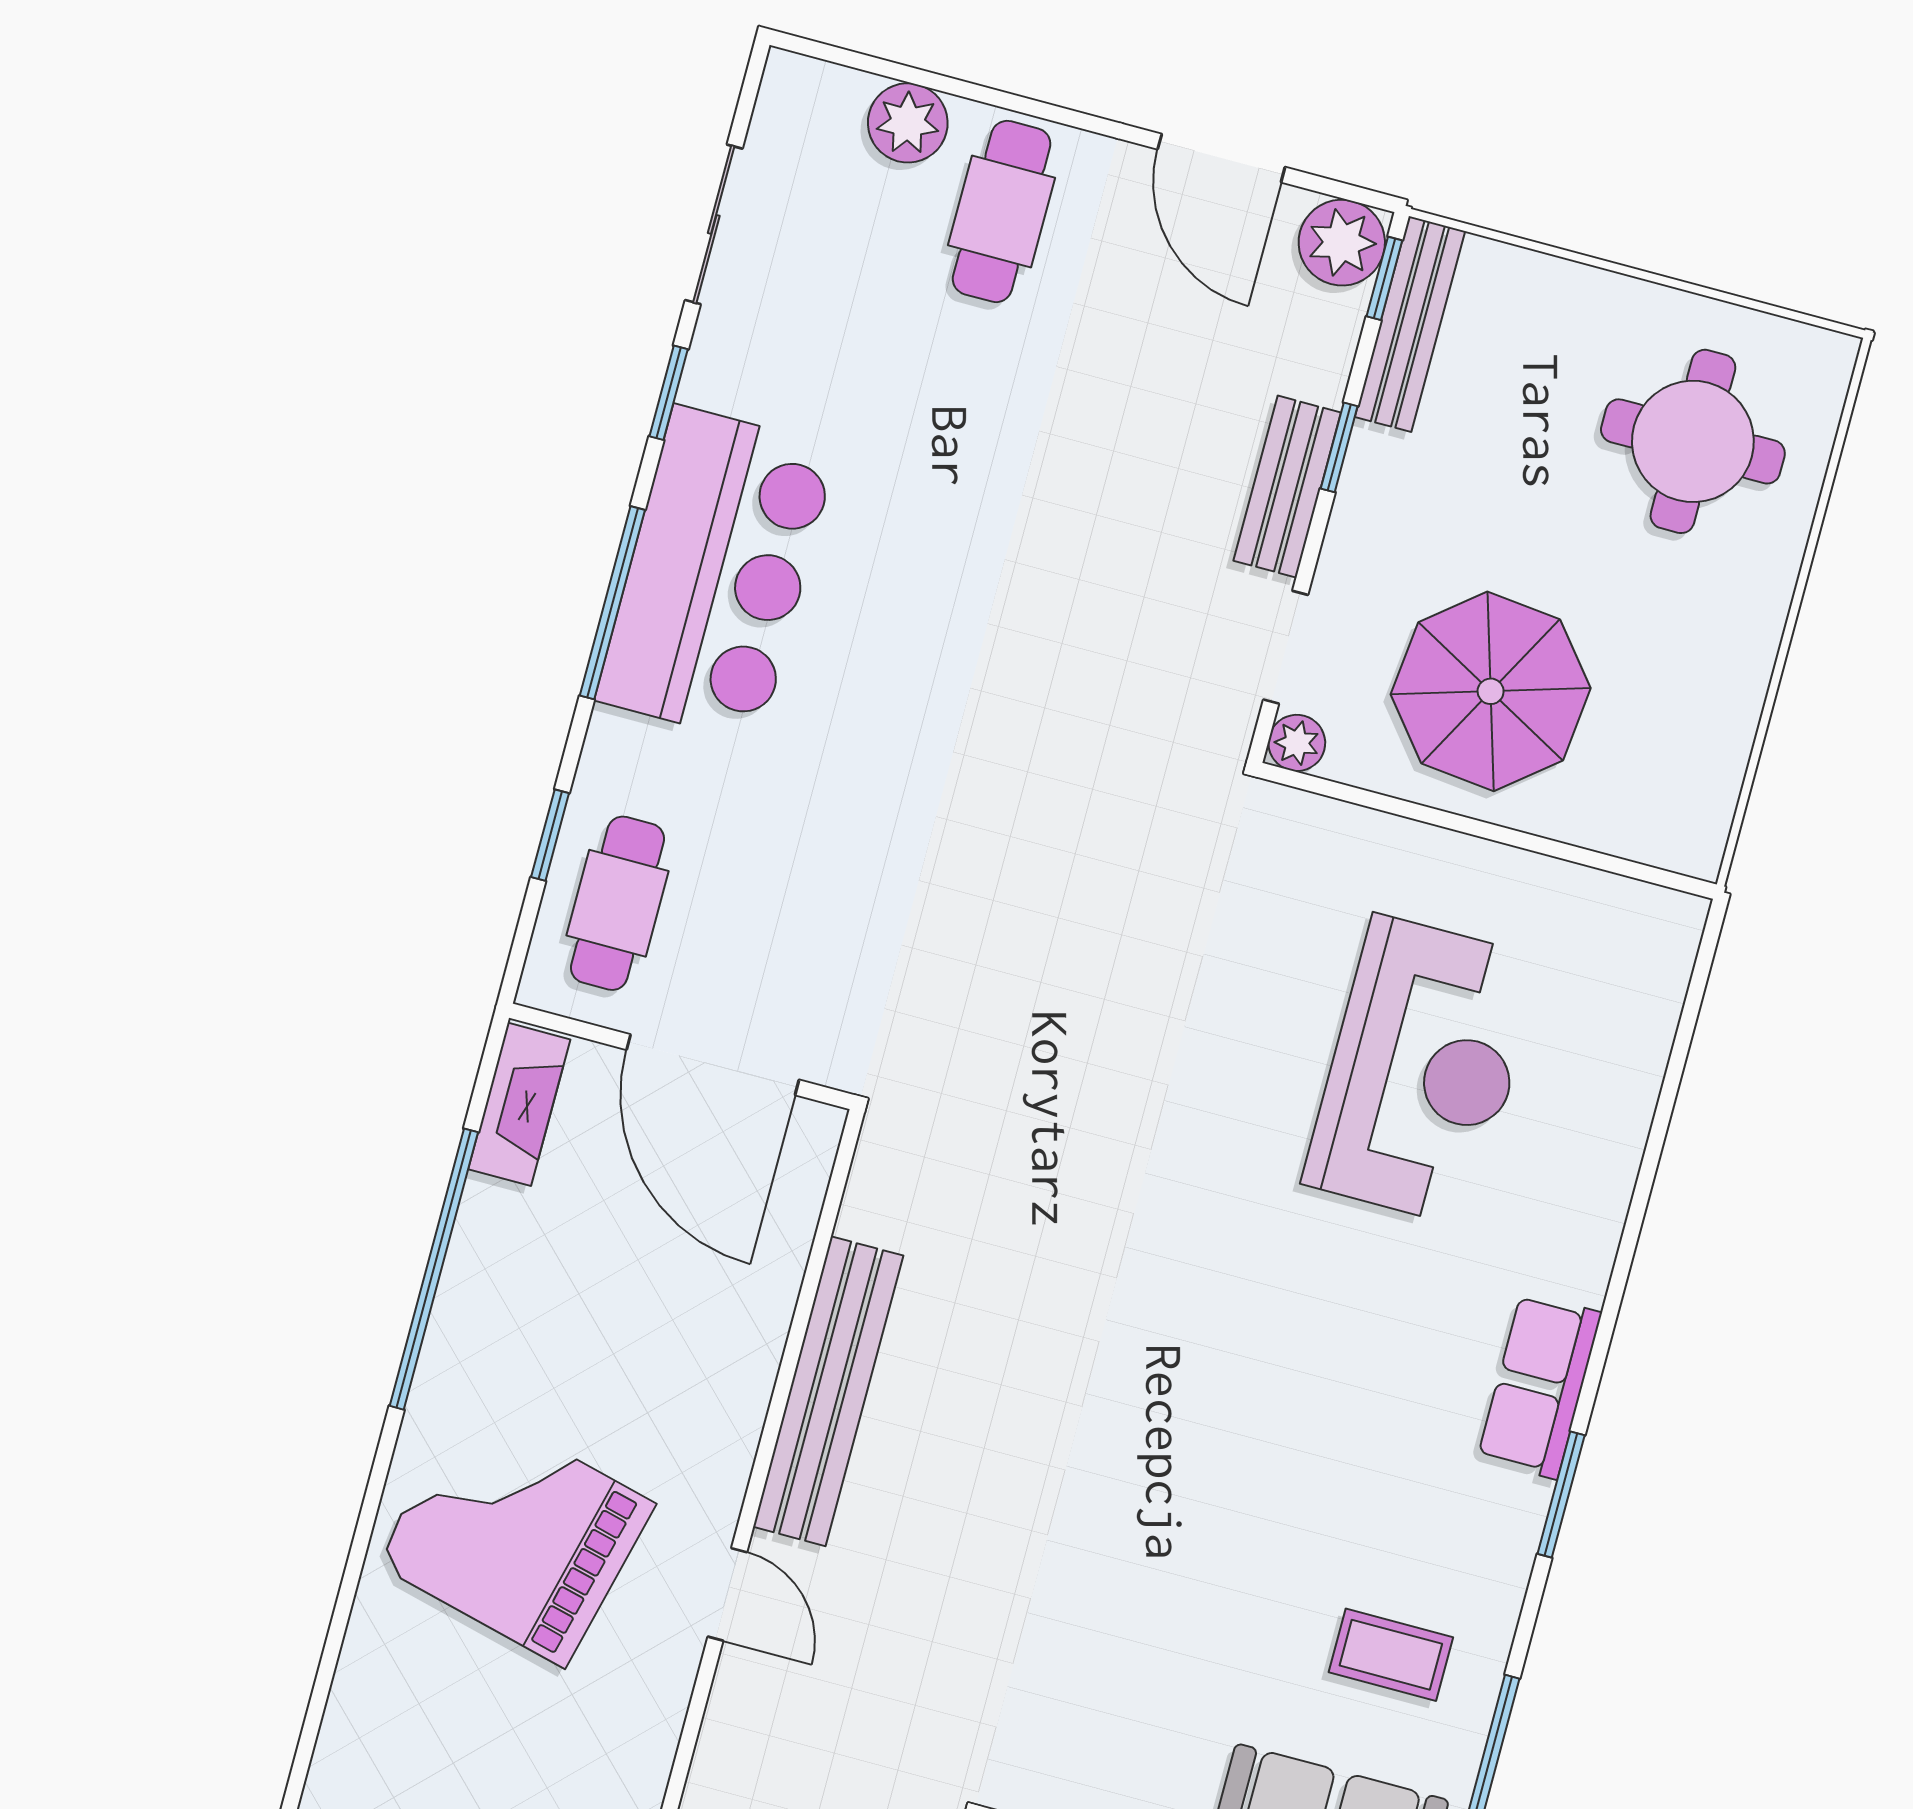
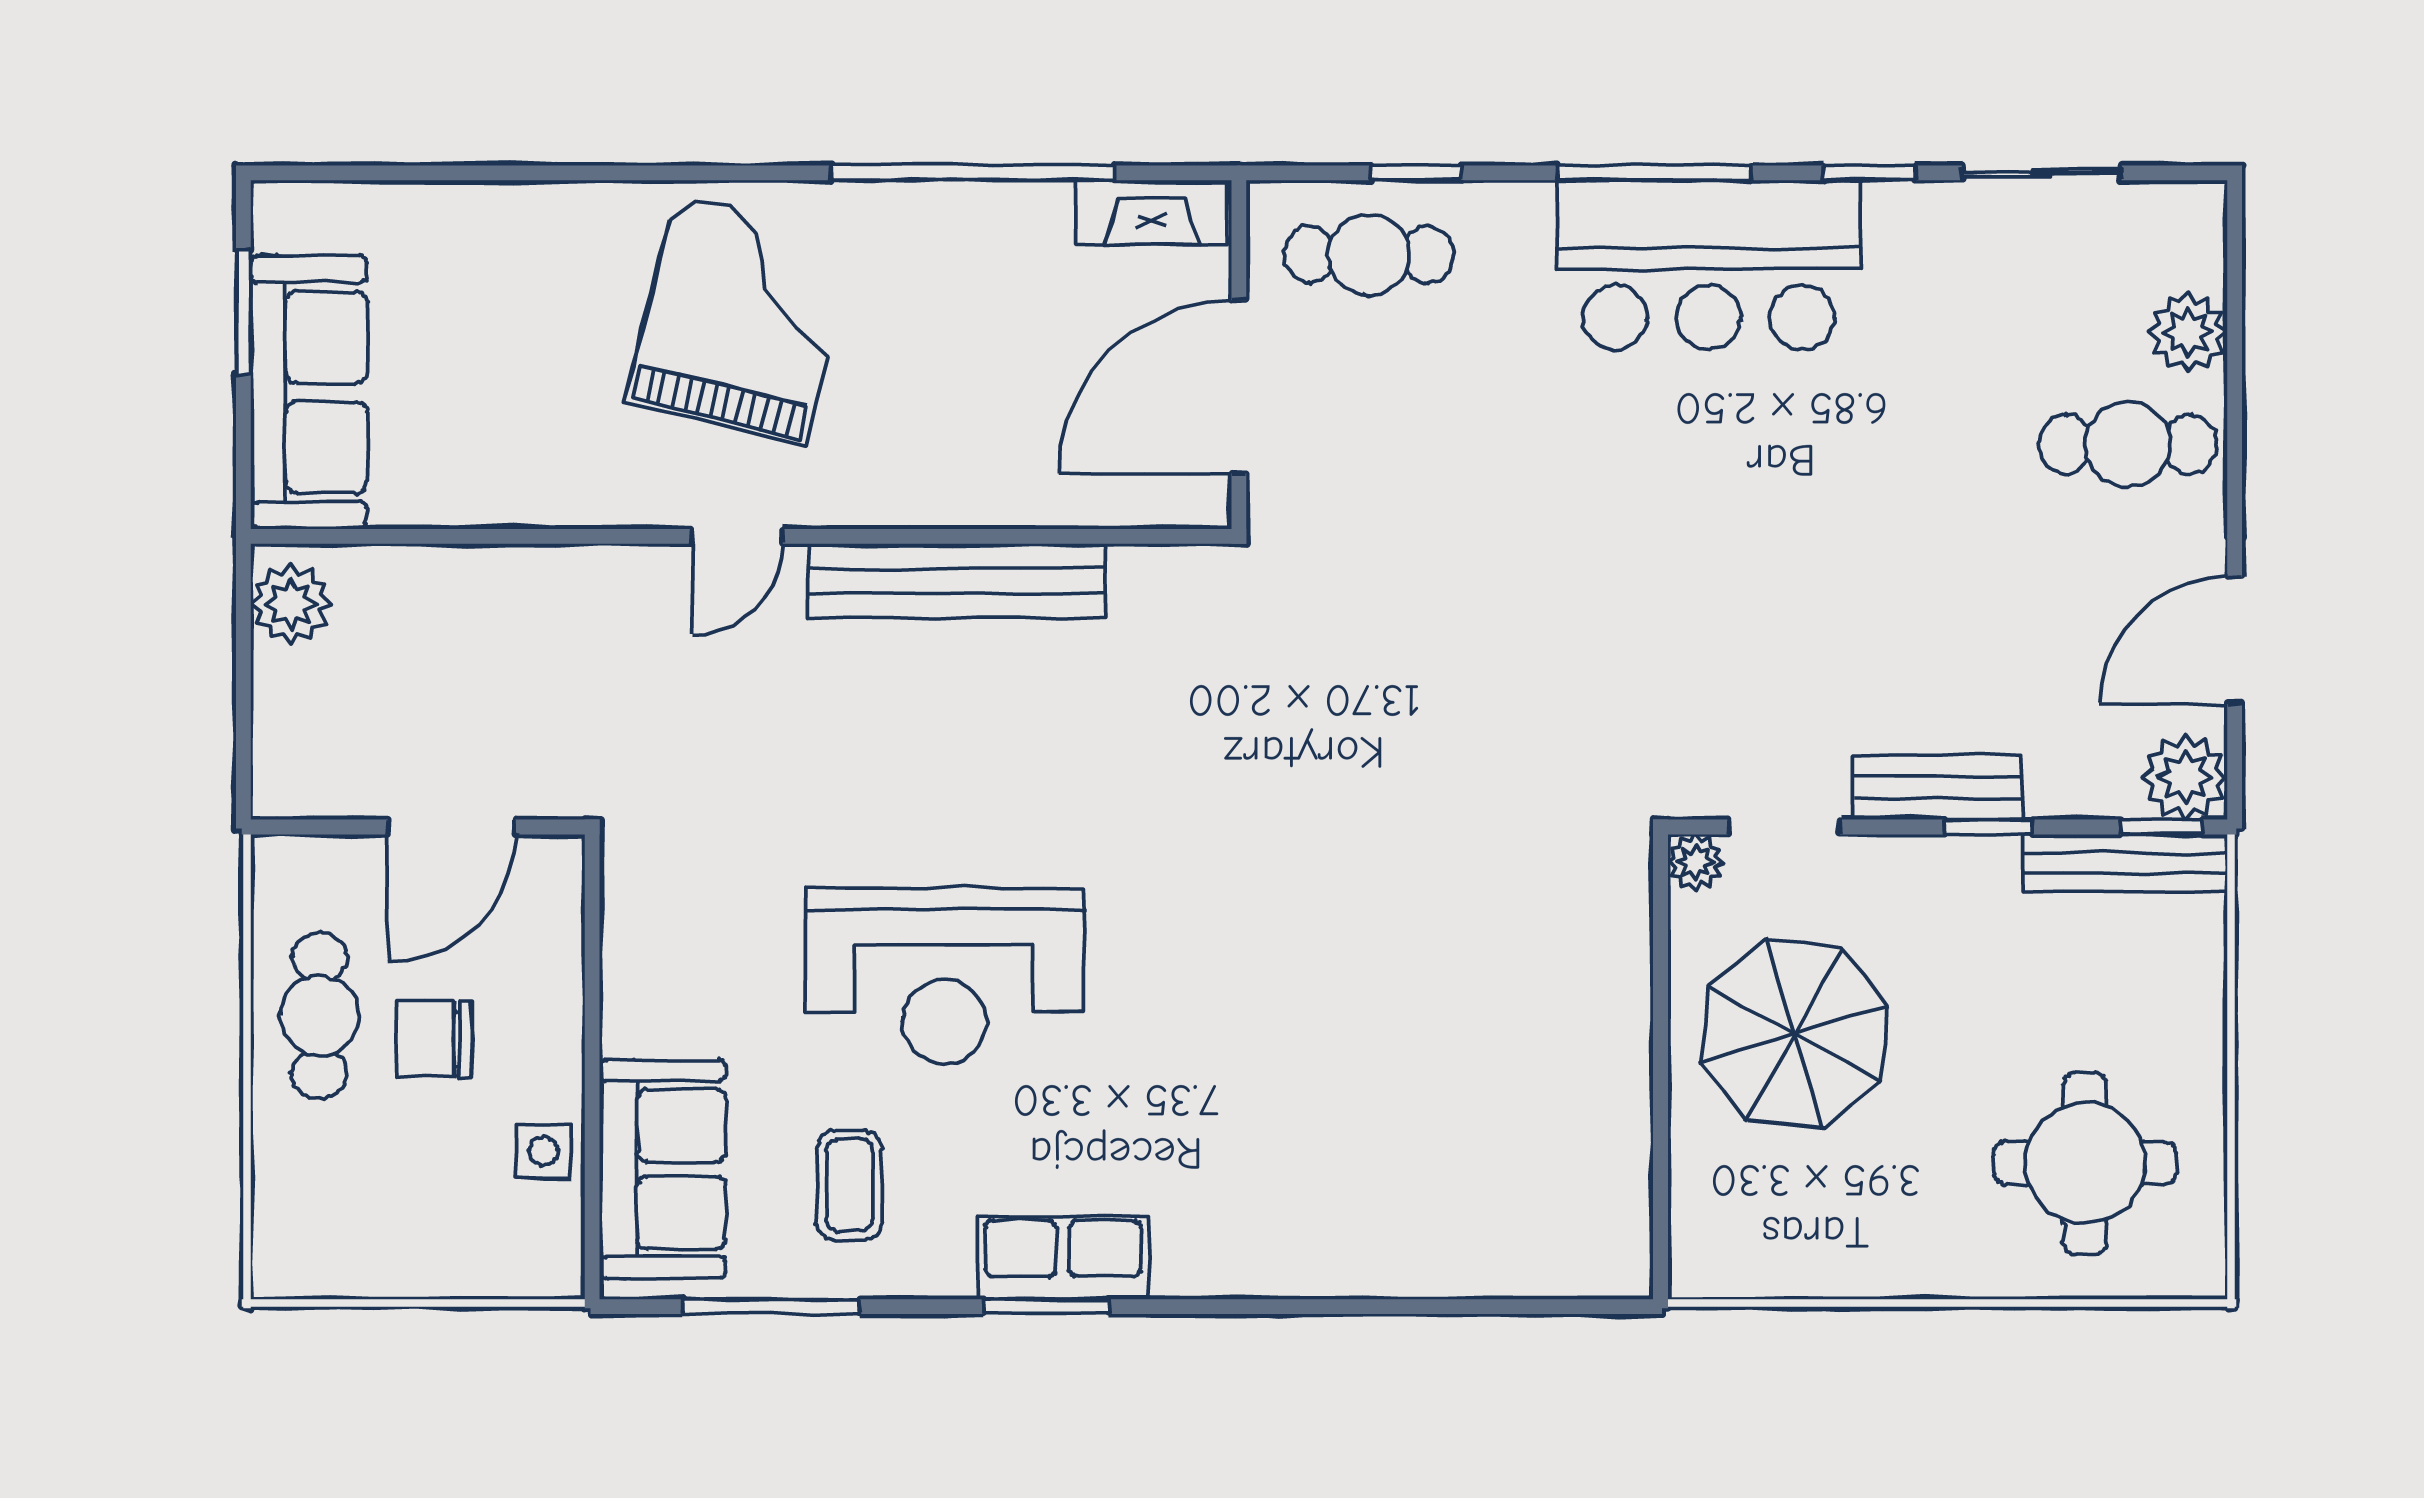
reception desk: (1422, 1071) -> (944, 976), moved
row of seats: (1539, 1386) -> (1063, 1258), moved

